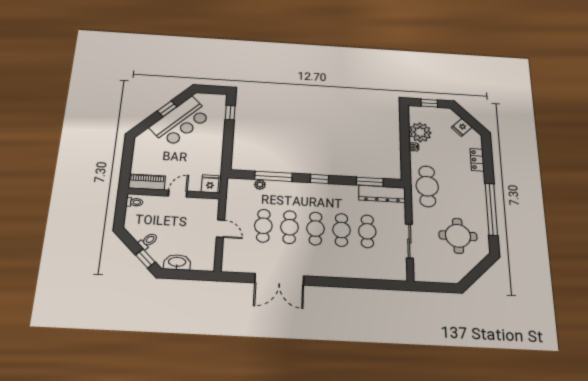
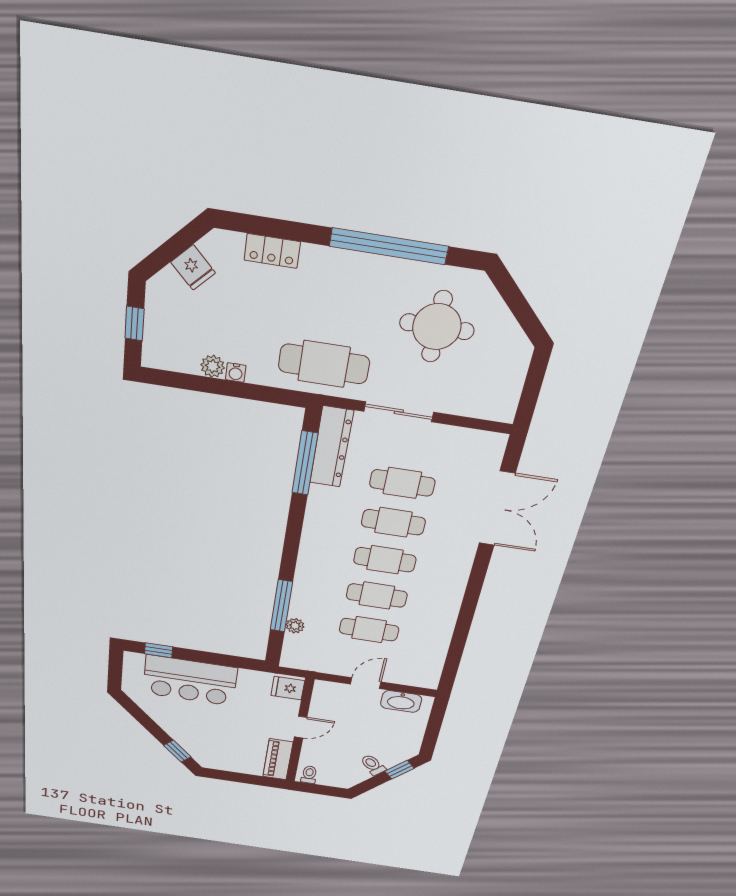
window: (167, 109) -> (177, 751), moved
bar counter: (180, 122) -> (190, 681), moved, turned 135
plant: (420, 132) -> (213, 366), width x0.53, depth x0.53
window: (319, 179) -> (292, 541), removed
window: (370, 182) -> (305, 463), width x1.44
door: (178, 194) -> (301, 727), swing flipped
sliding door: (409, 241) -> (399, 412), moved
washbasin: (177, 262) -> (401, 701), moved, turned -90
double door: (279, 279) -> (497, 509), moved

